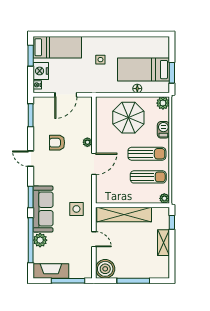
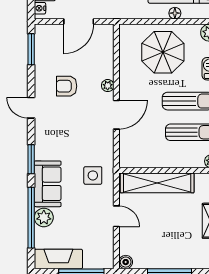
sofa: (43, 209) -> (48, 184), width x0.73
boiler: (105, 269) -> (126, 262), width x0.54, depth x0.54

